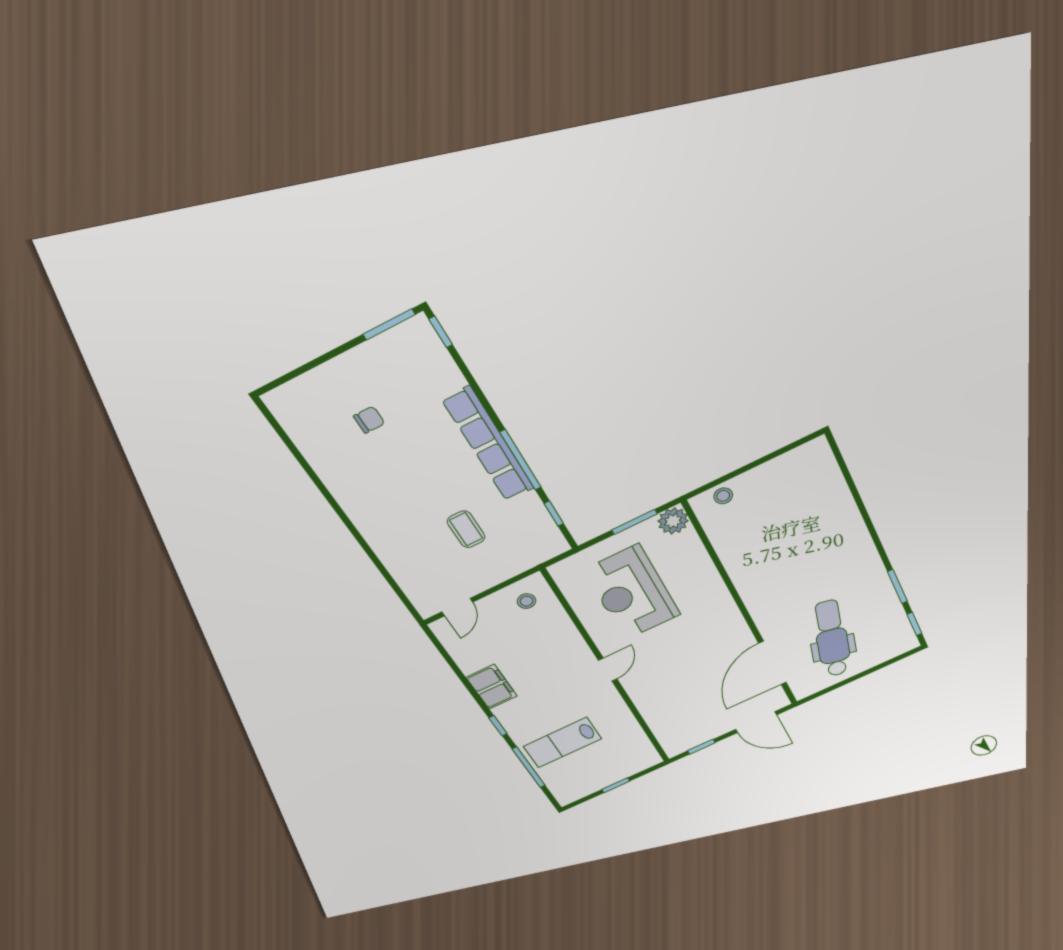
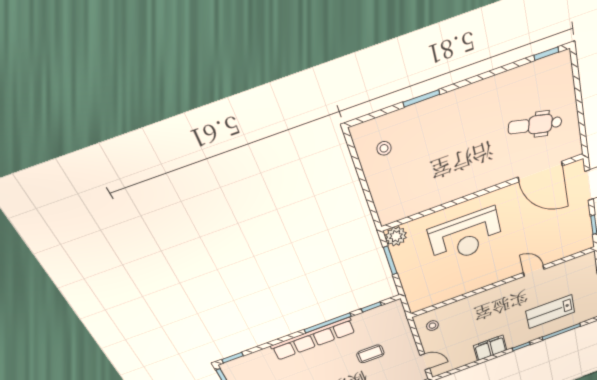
stool: (723, 496) -> (384, 148), moved
window: (897, 586) -> (421, 98), moved
reception desk: (632, 593) -> (466, 236), moved
dental chair: (832, 639) -> (535, 125), width x0.73, depth x0.72
door: (608, 670) -> (534, 271), moved
lab bench: (562, 743) -> (550, 312), turned 90

